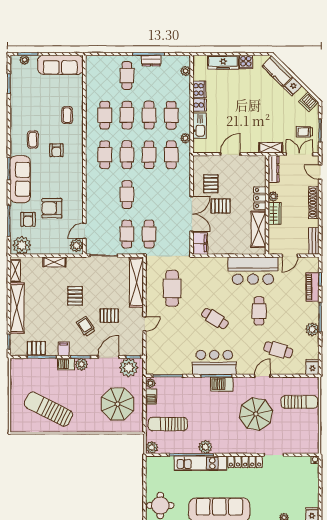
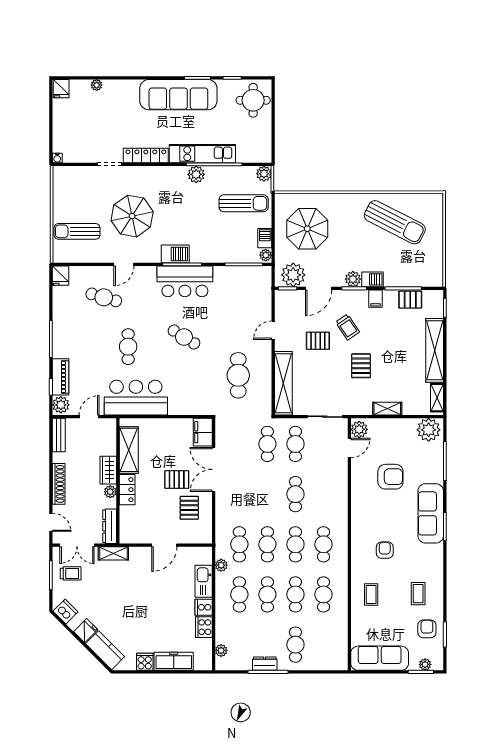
coffee table: (33, 140) -> (418, 594), moved
armchair: (28, 219) -> (427, 629), moved
plant: (312, 329) -> (61, 405), moved

